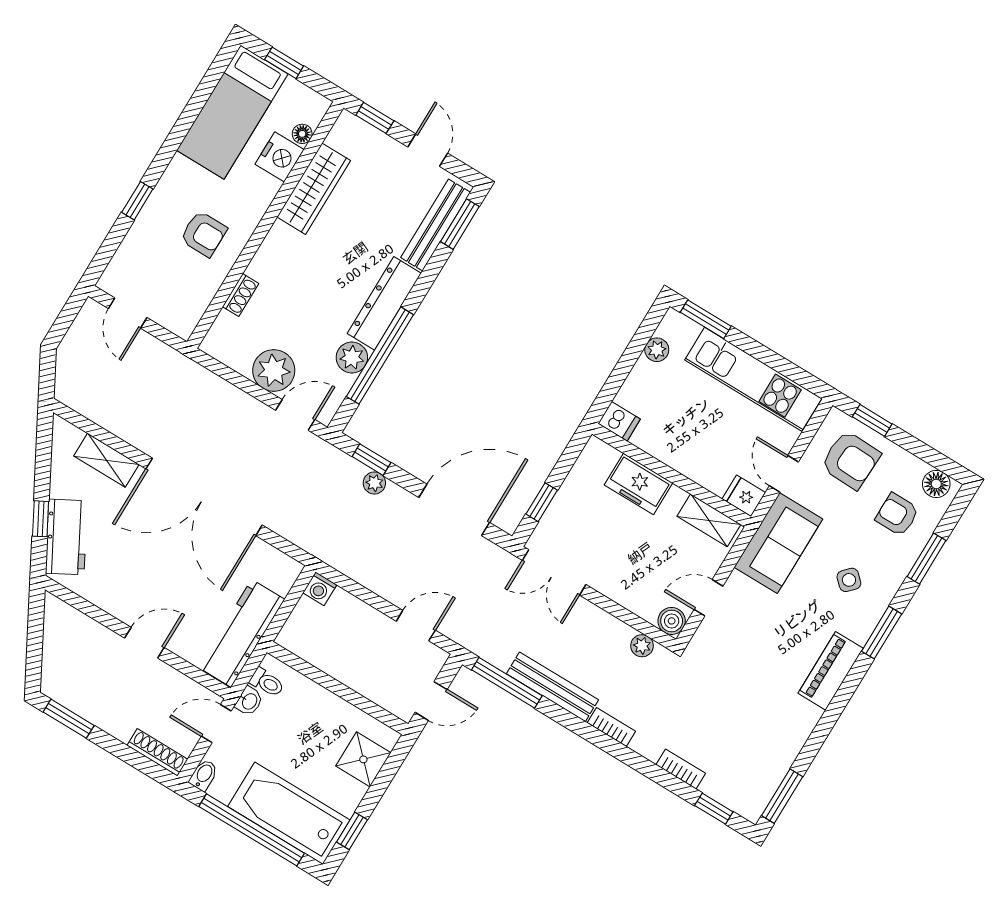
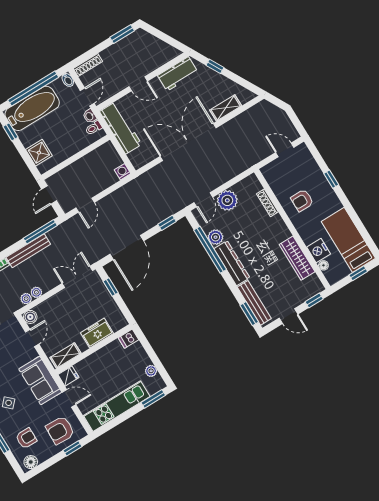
shoe rack: (241, 295) -> (267, 203), width x1.43
plant: (374, 483) -> (36, 292), moved
workbench: (66, 537) -> (178, 74), moved, turned -61
door: (144, 643) -> (138, 84), hinge flipped

